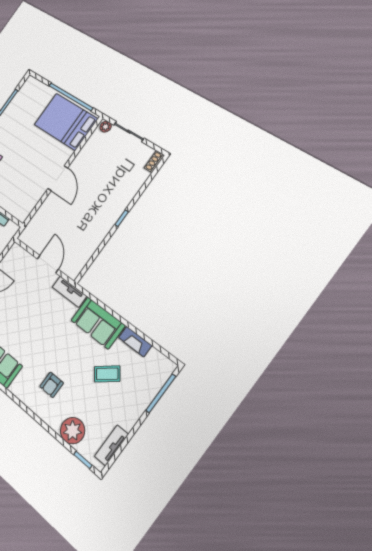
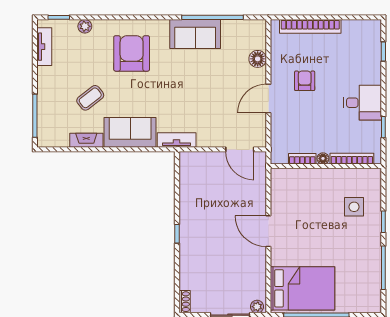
door: (48, 264) -> (240, 149), moved
armchair: (52, 385) -> (132, 53), width x1.88, depth x1.88
plant: (73, 431) -> (85, 26), width x0.53, depth x0.53

